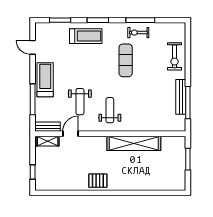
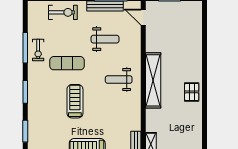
treadmill: (86, 36) -> (75, 101), moved
weight bench: (80, 102) -> (105, 39), moved
door: (70, 134) -> (143, 17), moved
shelving: (134, 143) -> (153, 80), moved

